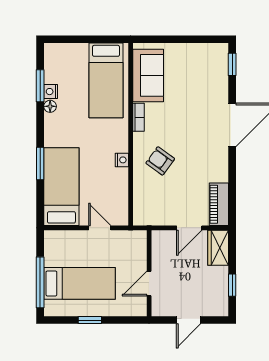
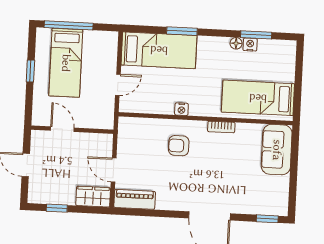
sofa: (148, 75) -> (277, 150), moved, turned 90
armchair: (160, 161) -> (179, 146), turned -126

